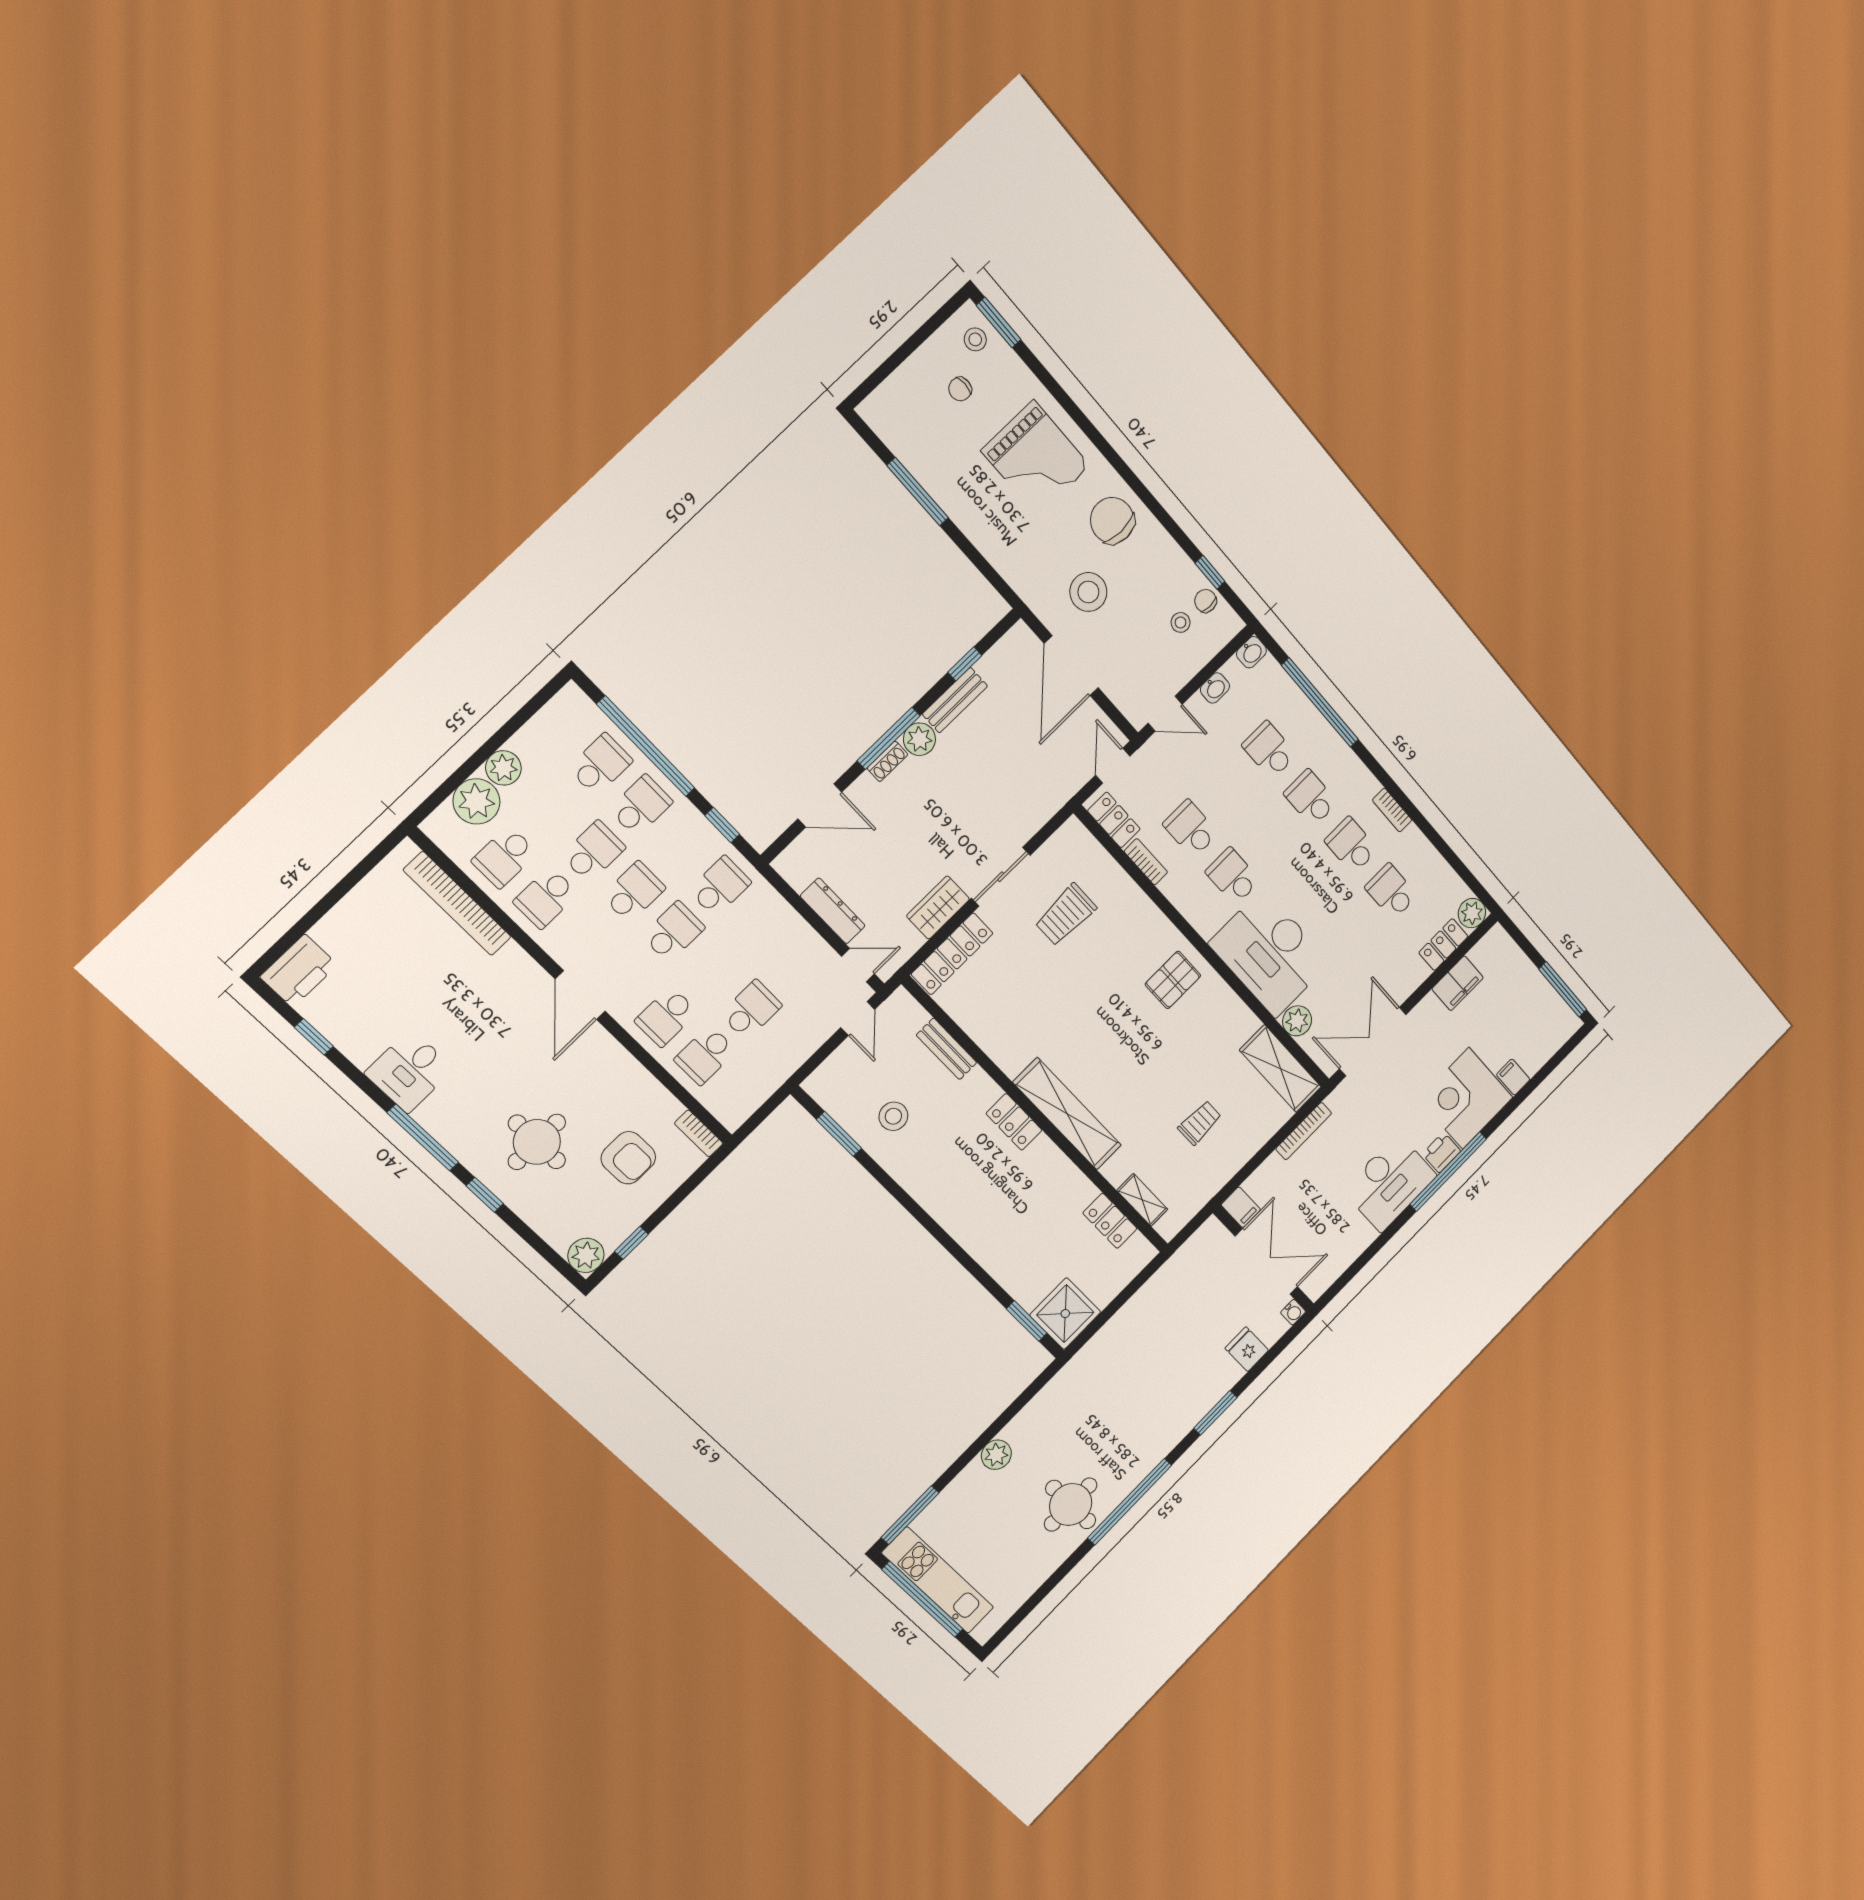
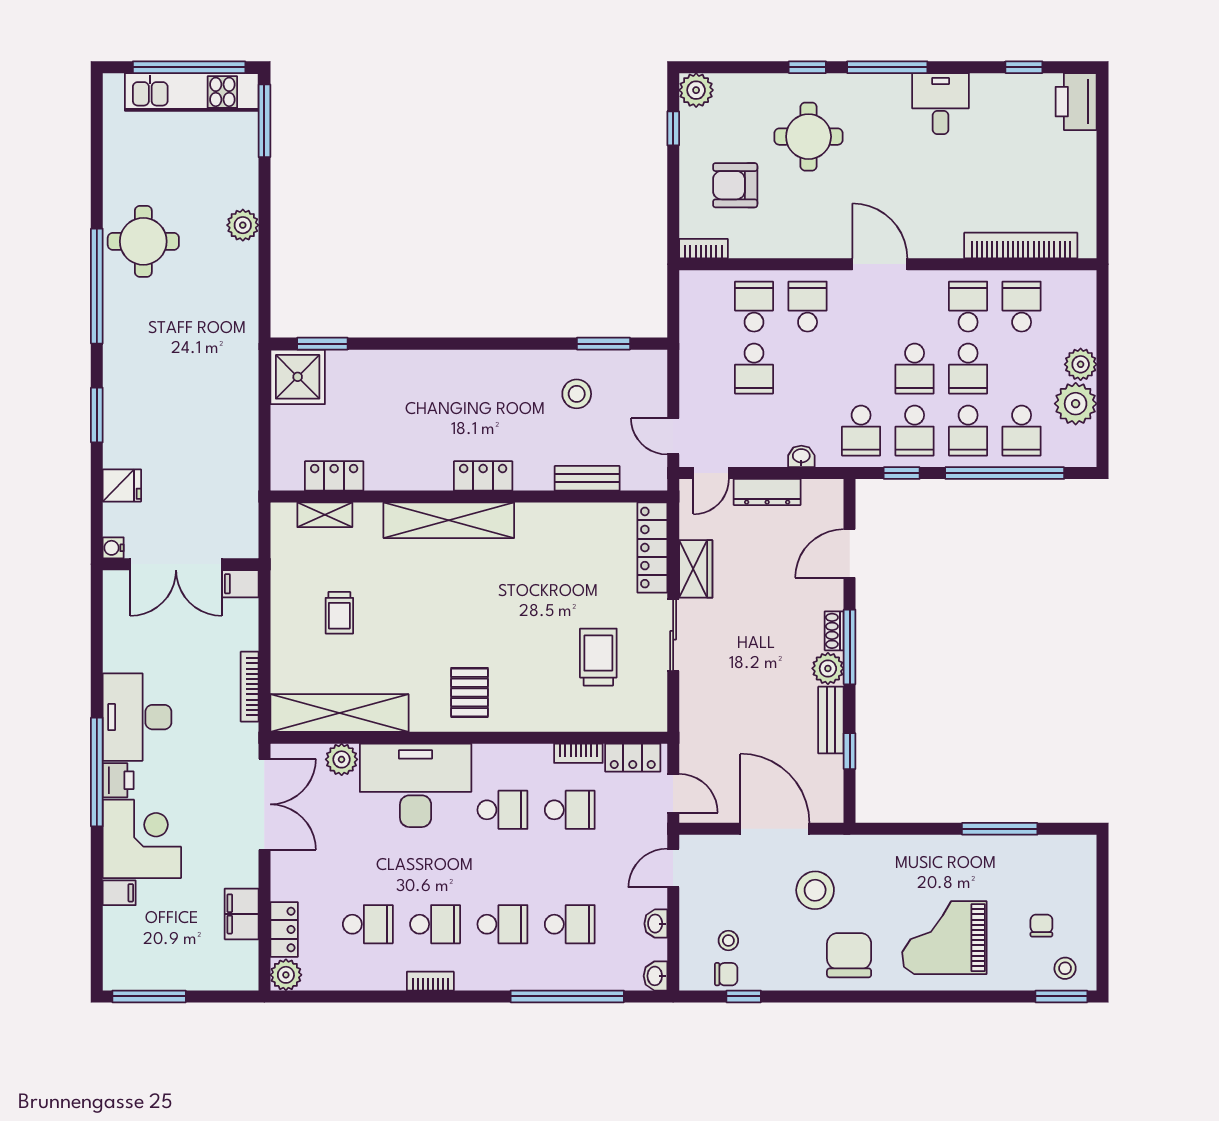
chair: (1112, 520) -> (849, 955), turned -90
plant: (476, 801) -> (1076, 404), moved
washbasin: (782, 912) -> (801, 456), added
school desk: (673, 932) -> (915, 431), moved
shelving: (1280, 1069) -> (339, 713), width x1.47

